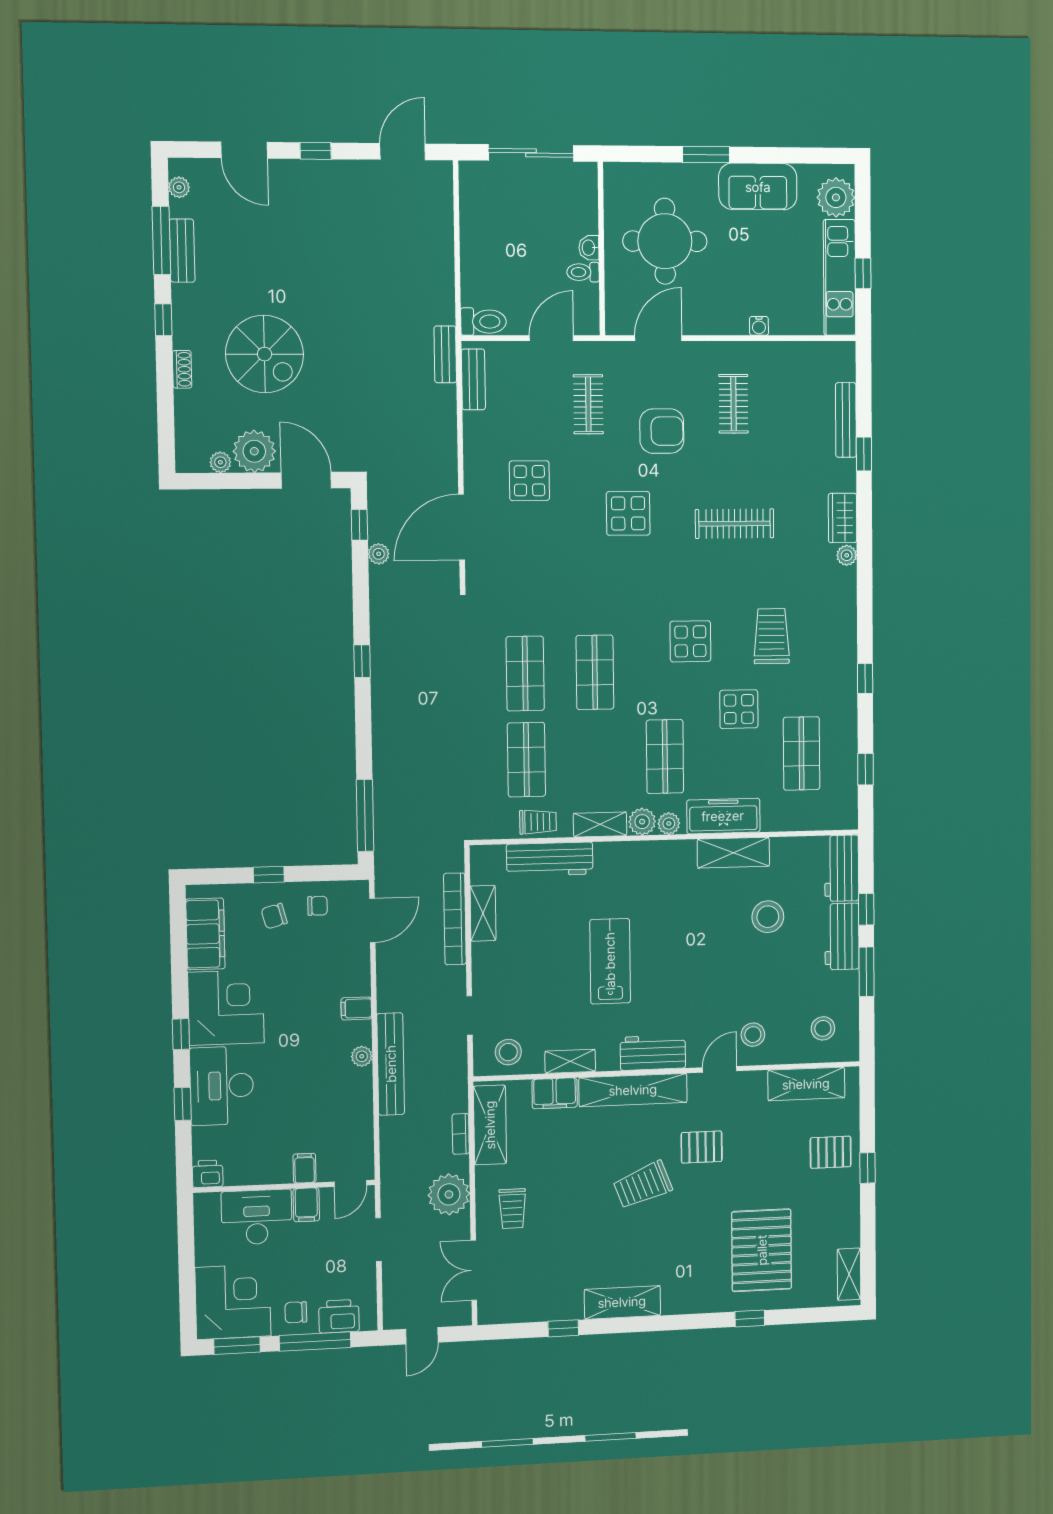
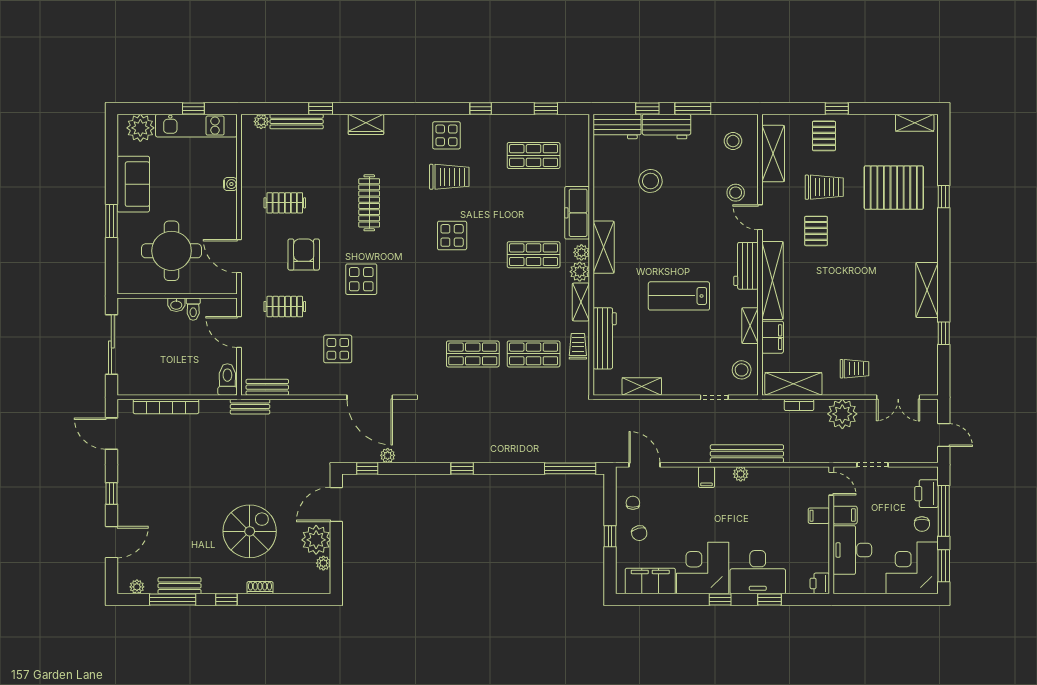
plant: (847, 555) -> (261, 122), moved
trolley: (772, 636) -> (449, 177), turned 180
shop shelf: (595, 672) -> (473, 304), removed
display table: (739, 709) -> (446, 135), moved
shelving: (733, 853) -> (604, 247), moved
bookcase: (455, 919) -> (166, 406), moved
trolley: (643, 1185) -> (824, 187), moved, turned -69

